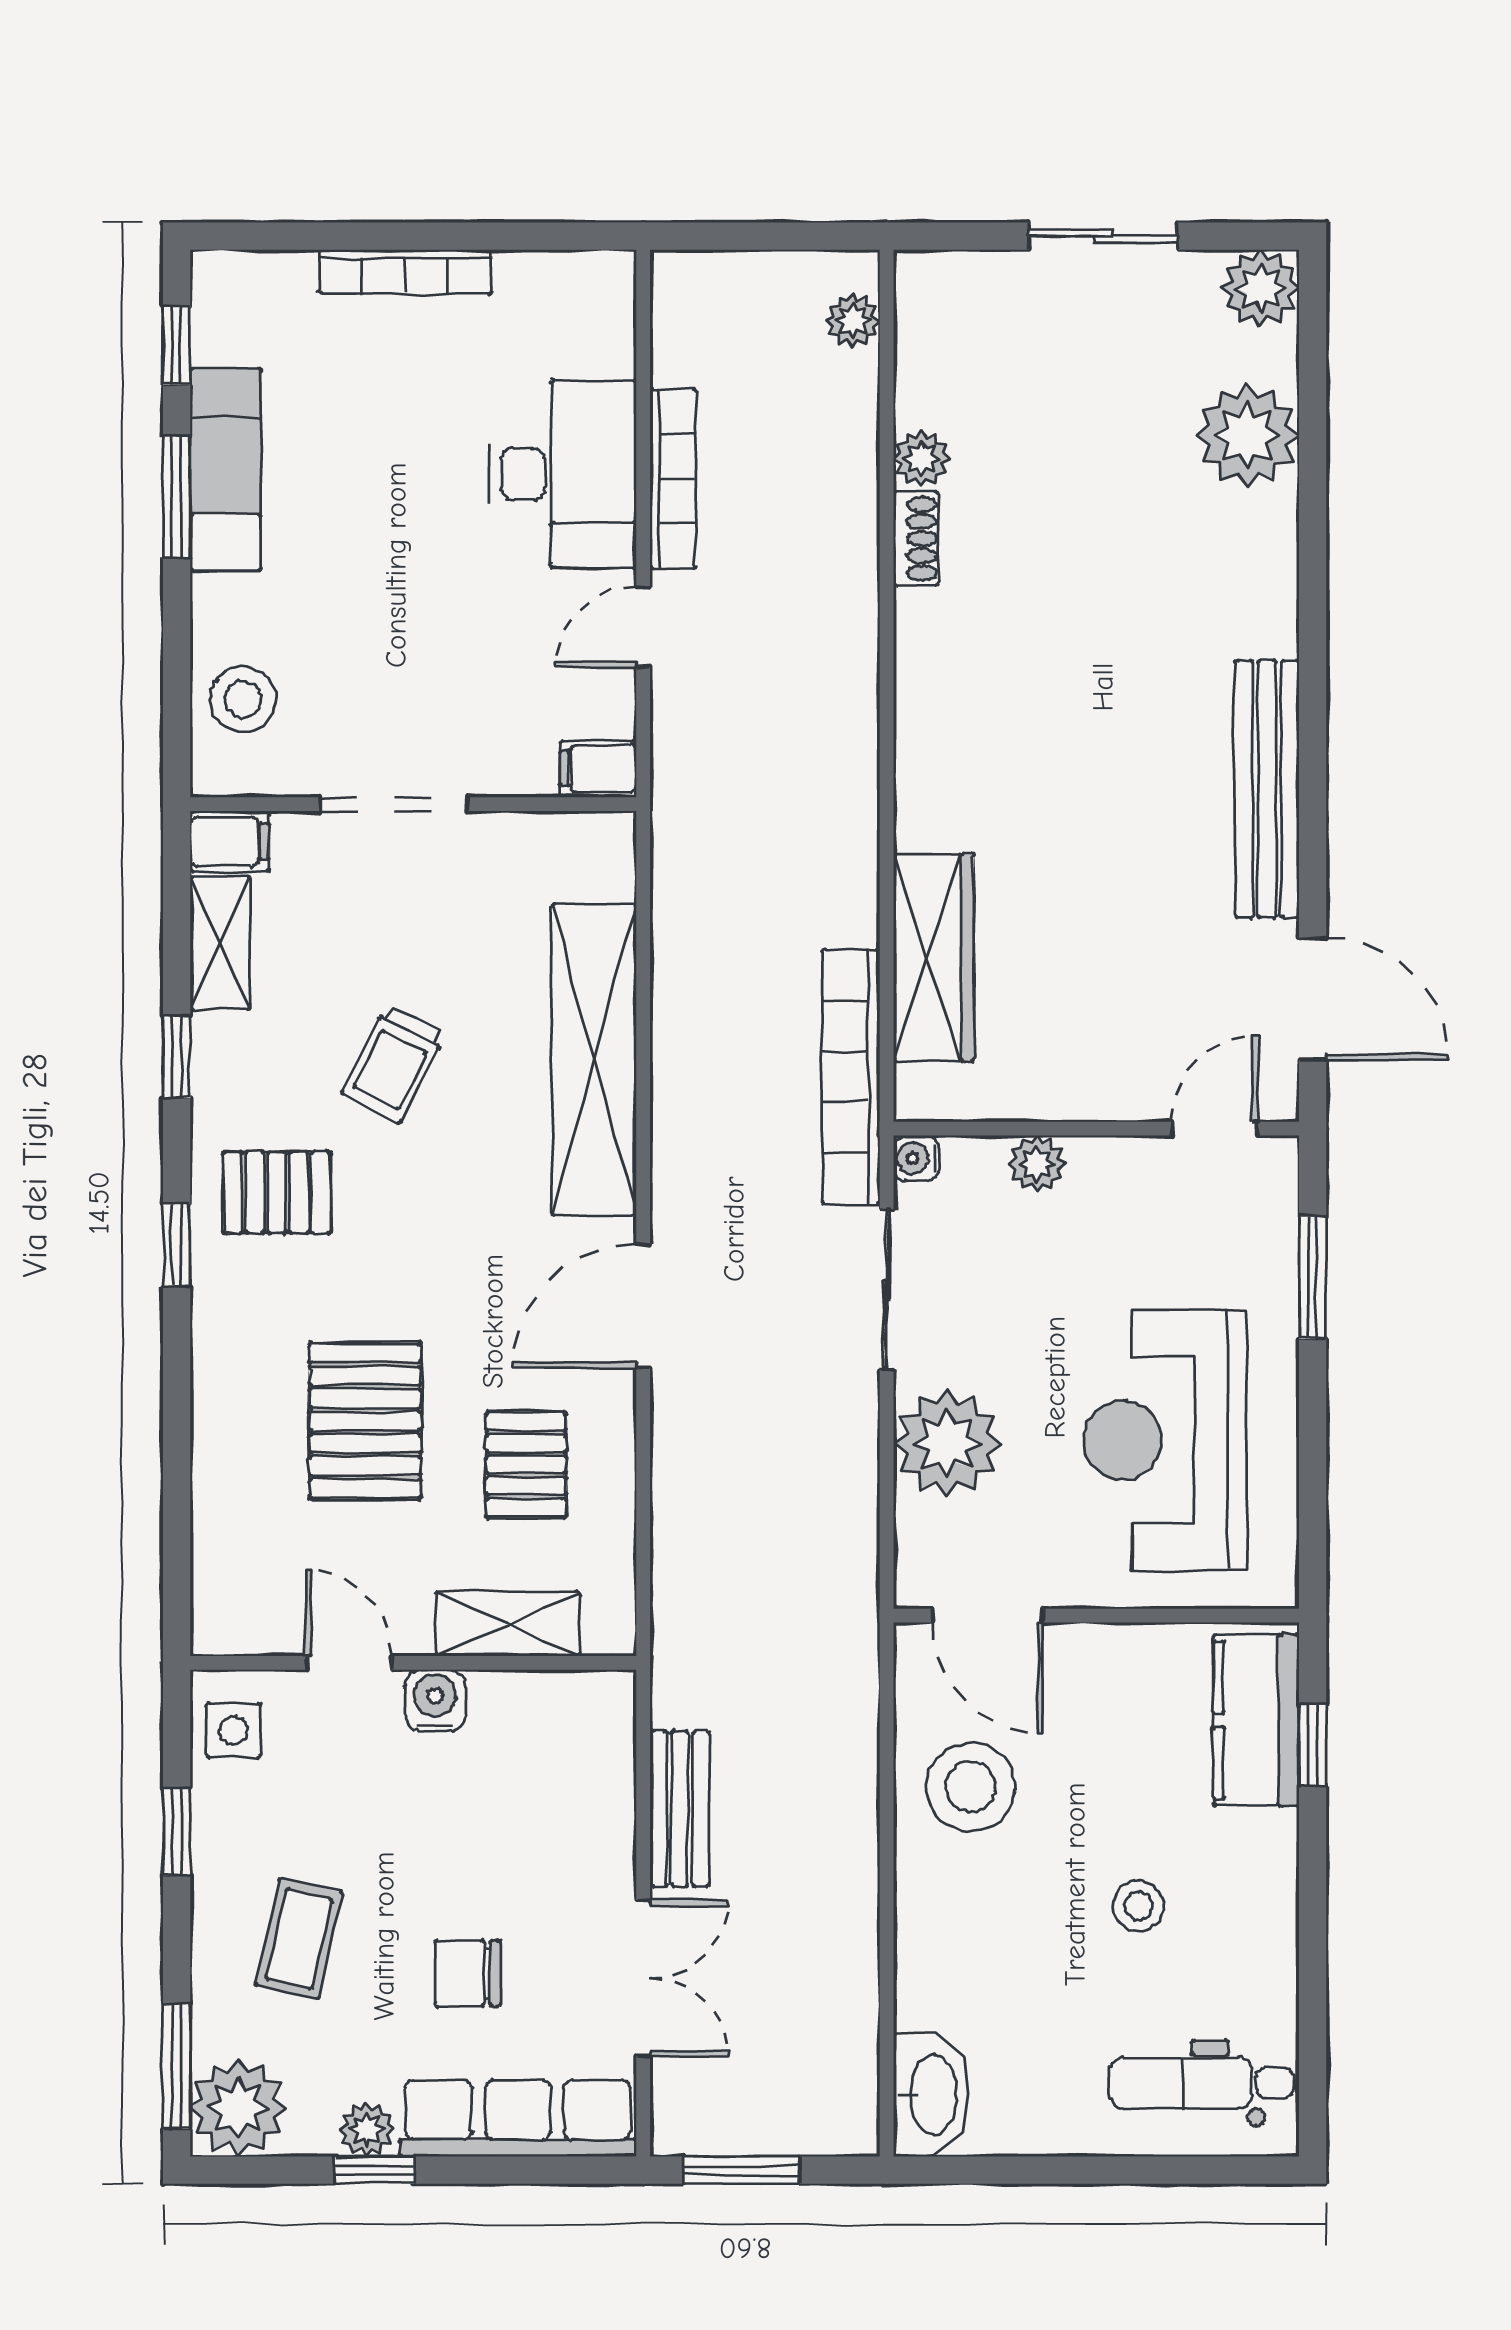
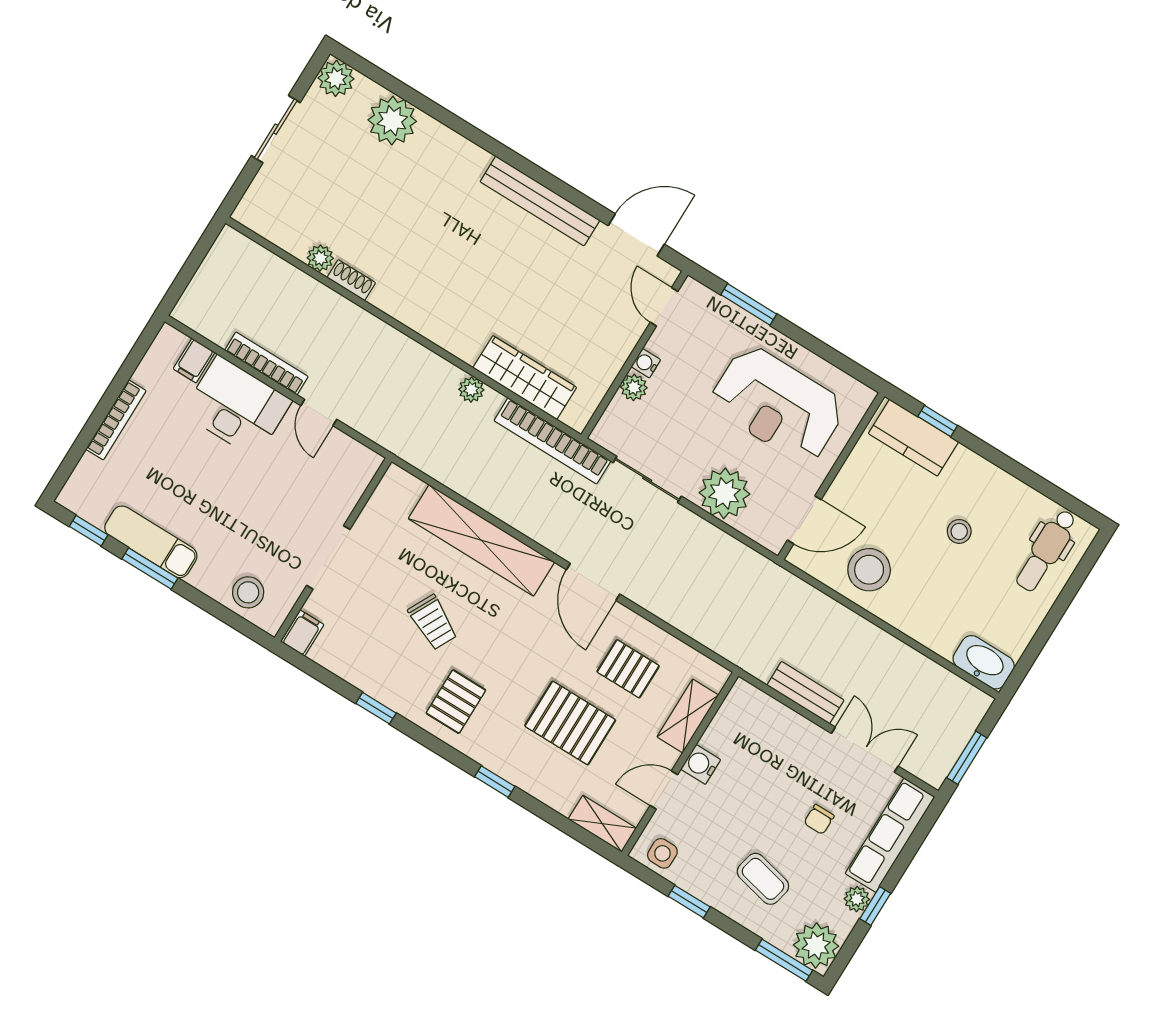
plant: (853, 320) -> (471, 390), moved
filing cabinet: (598, 769) -> (194, 361), moved
shelving: (220, 943) -> (602, 824), moved
water cooler: (916, 1158) -> (646, 363), moved, turned 90
window: (177, 1245) -> (495, 782), moved
chair: (468, 1973) -> (819, 819), width x0.73, depth x0.73

